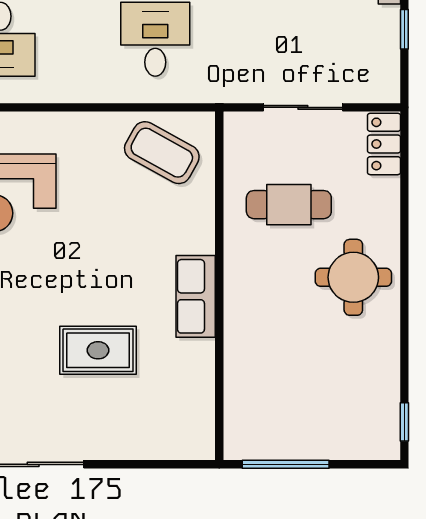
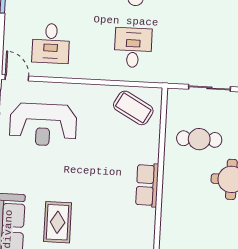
rug: (98, 350) -> (58, 222), moved, turned 90

